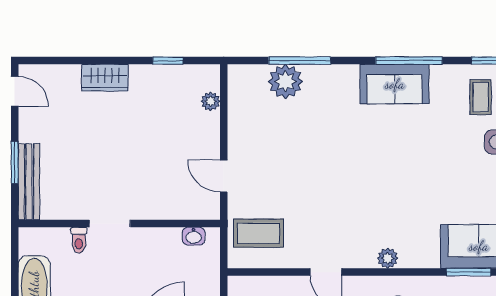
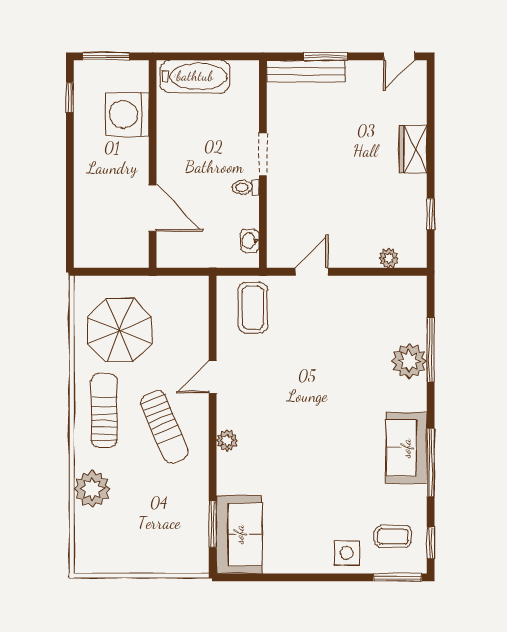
plant: (285, 82) -> (409, 361), moved
toilet: (79, 240) -> (246, 187), moved

